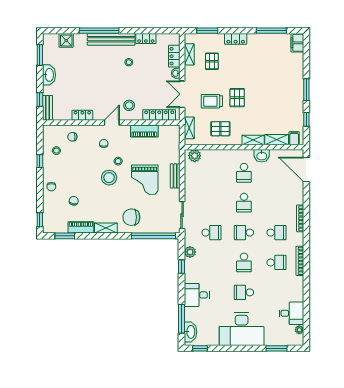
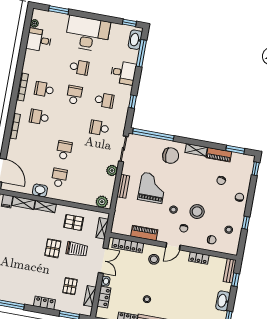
stool: (109, 178) -> (197, 212), moved
school desk: (244, 233) -> (104, 100), moved
plant: (190, 252) -> (112, 170), moved

